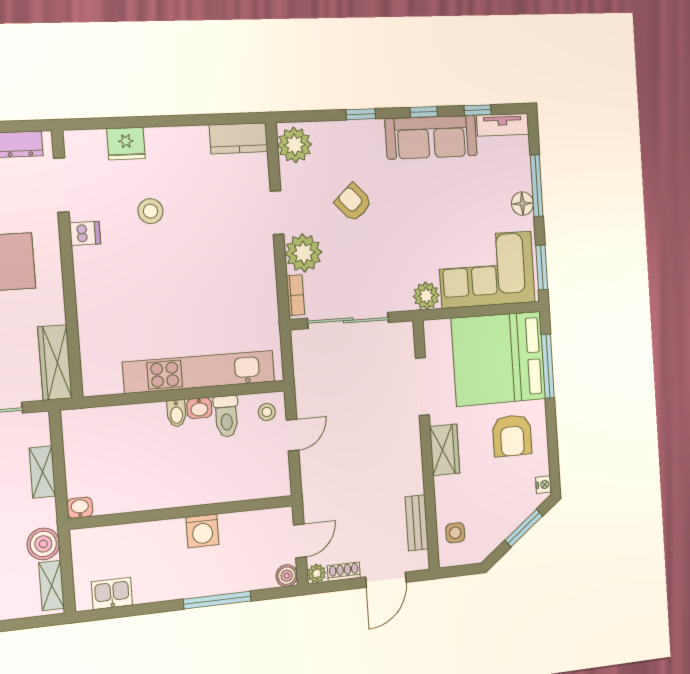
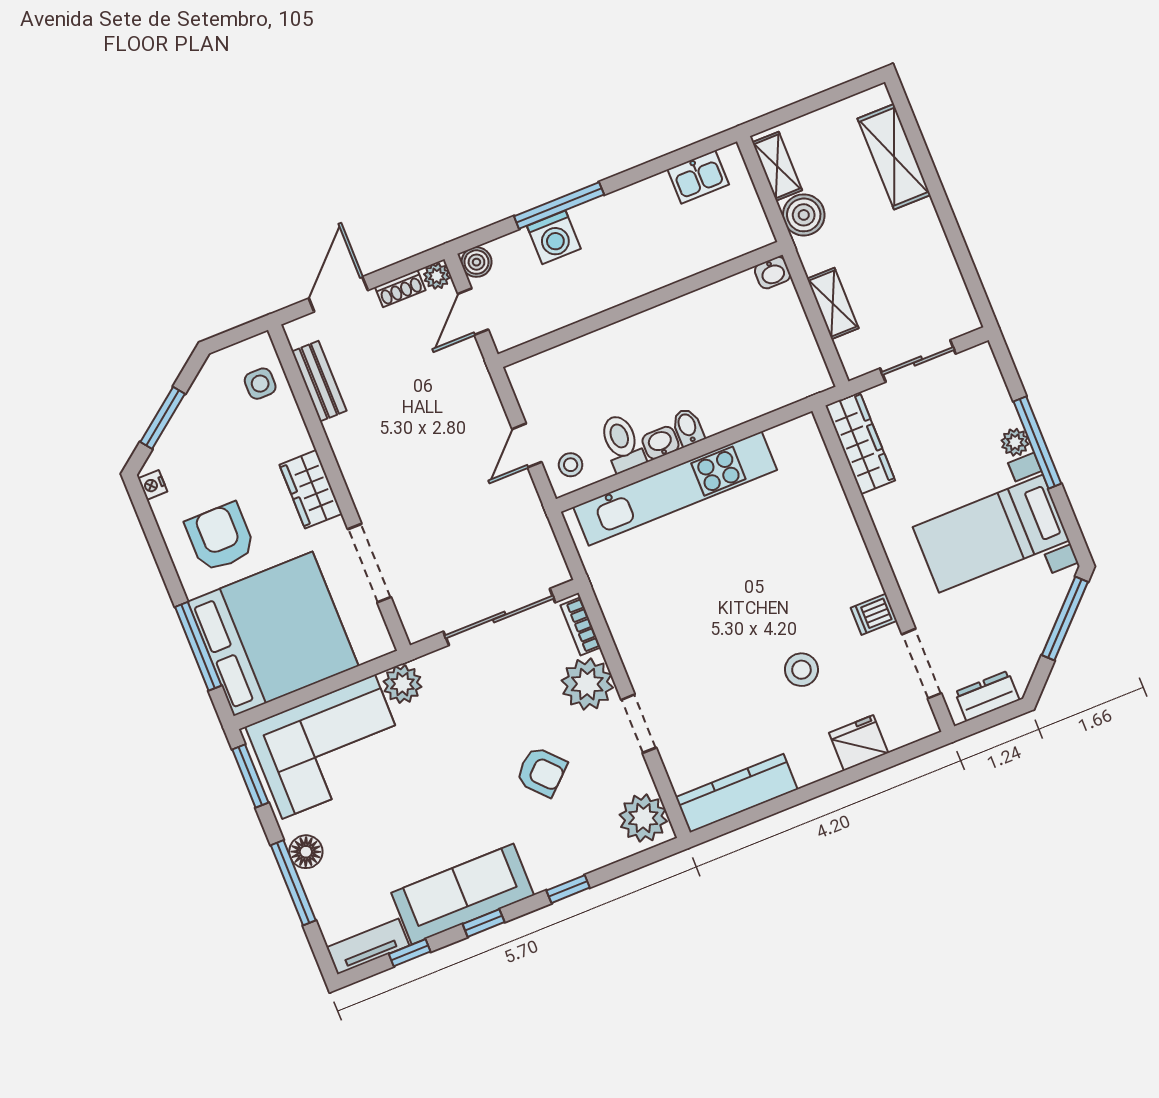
kitchen counter: (239, 138) -> (737, 793), width x1.50
washing machine: (202, 531) -> (554, 237), moved, turned 180

